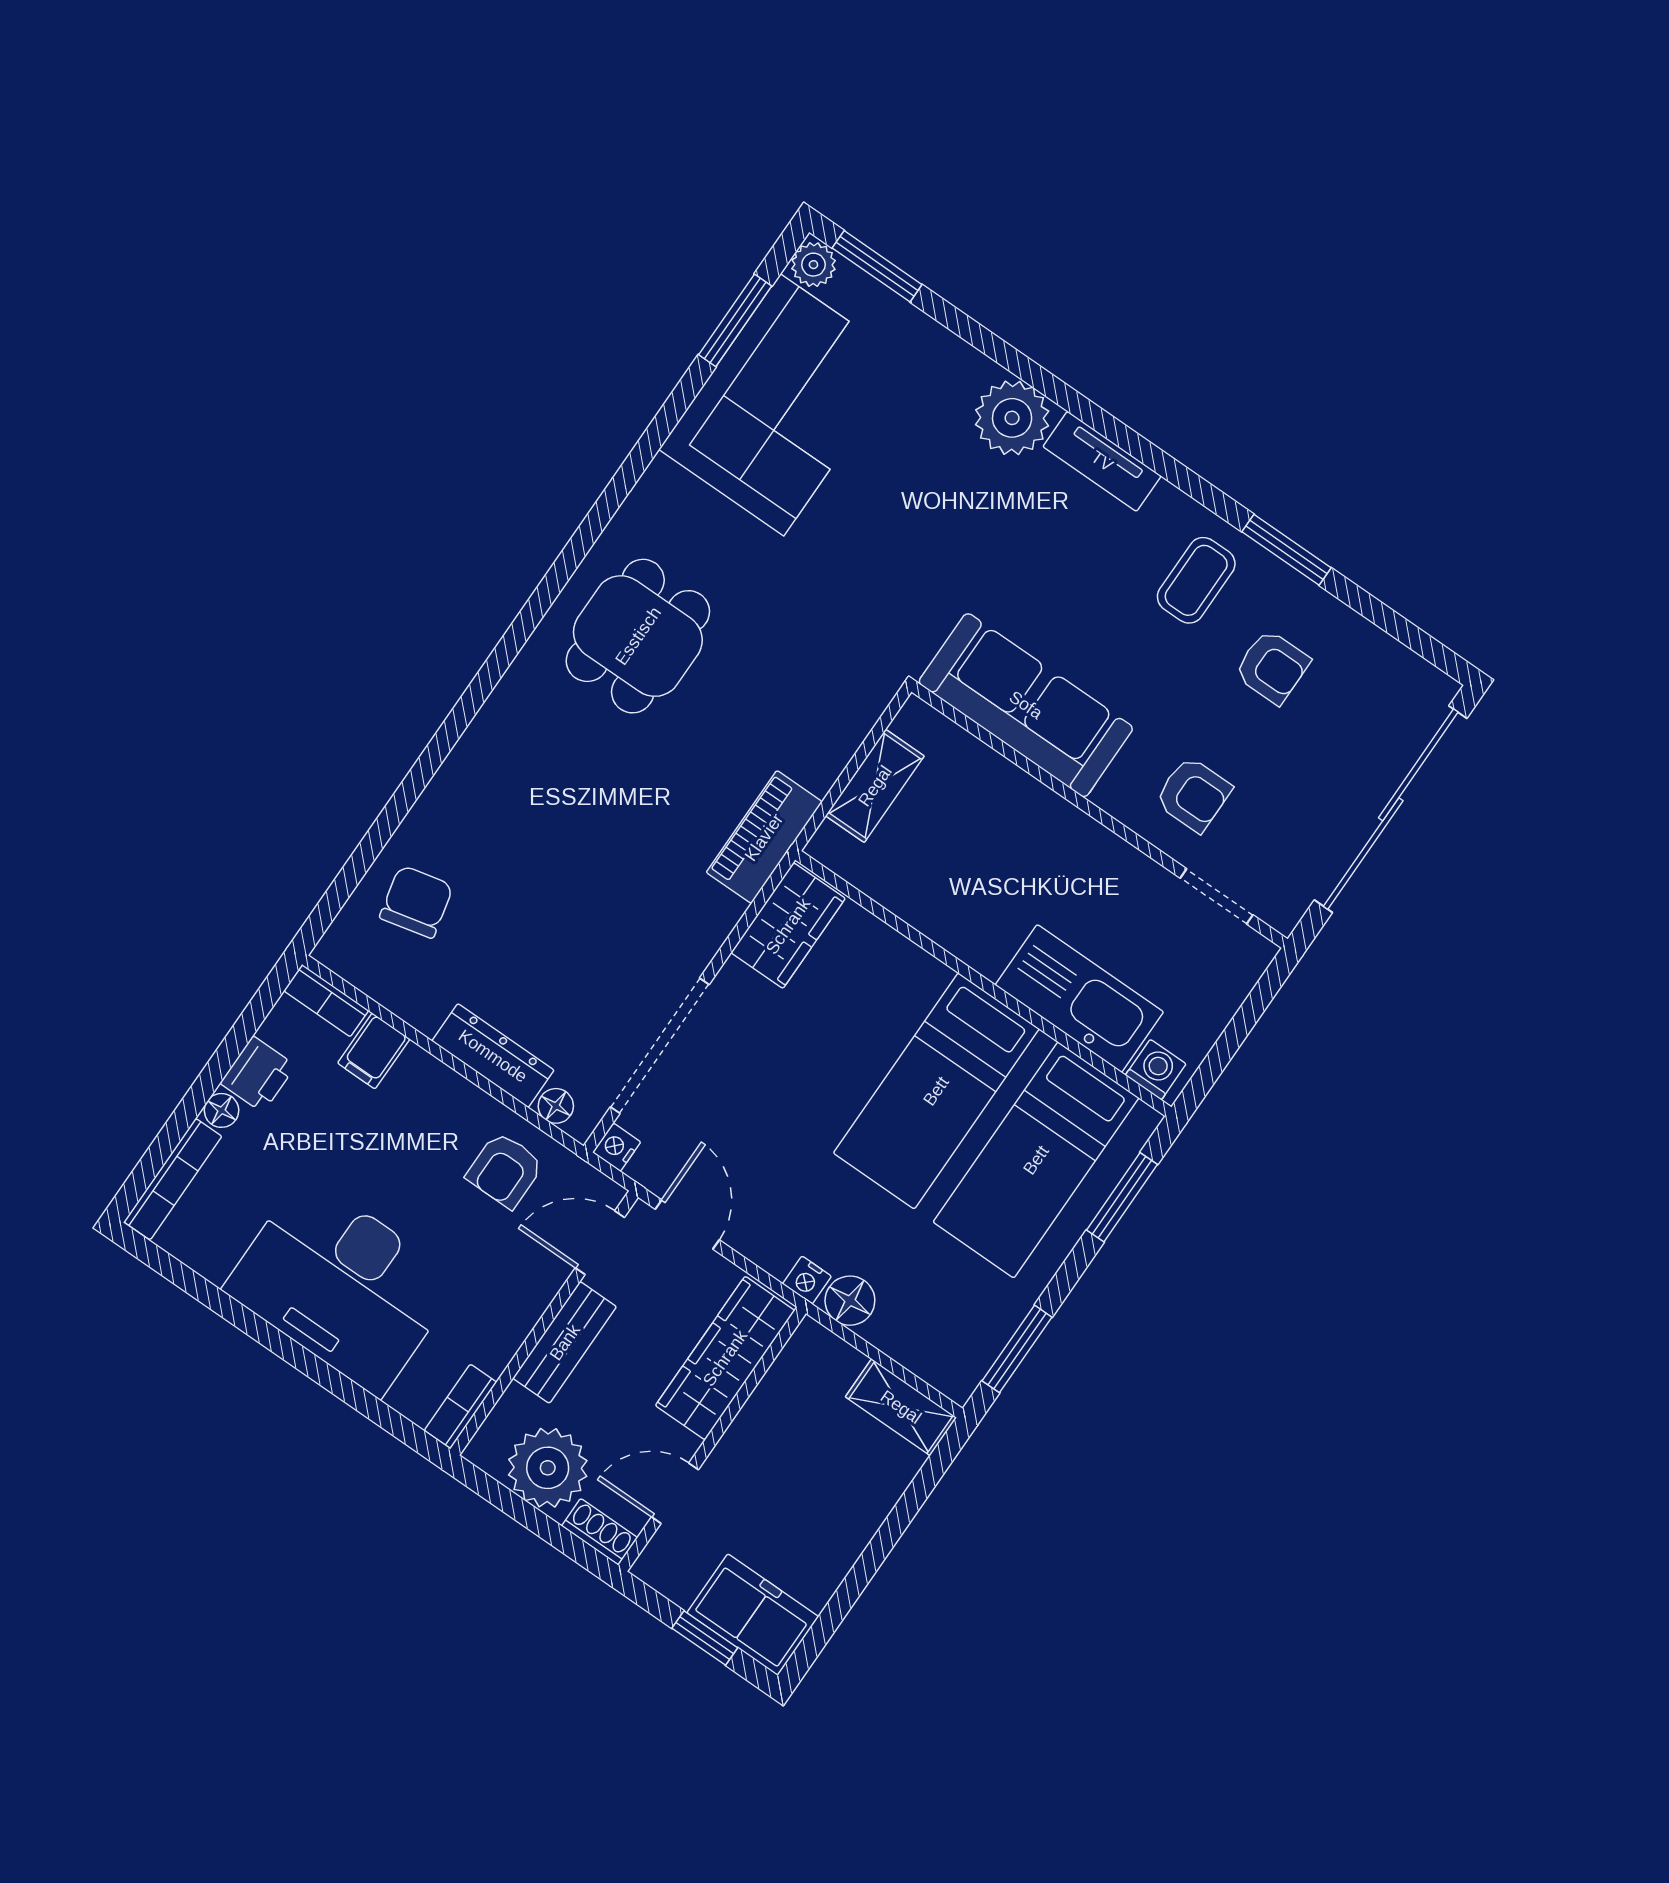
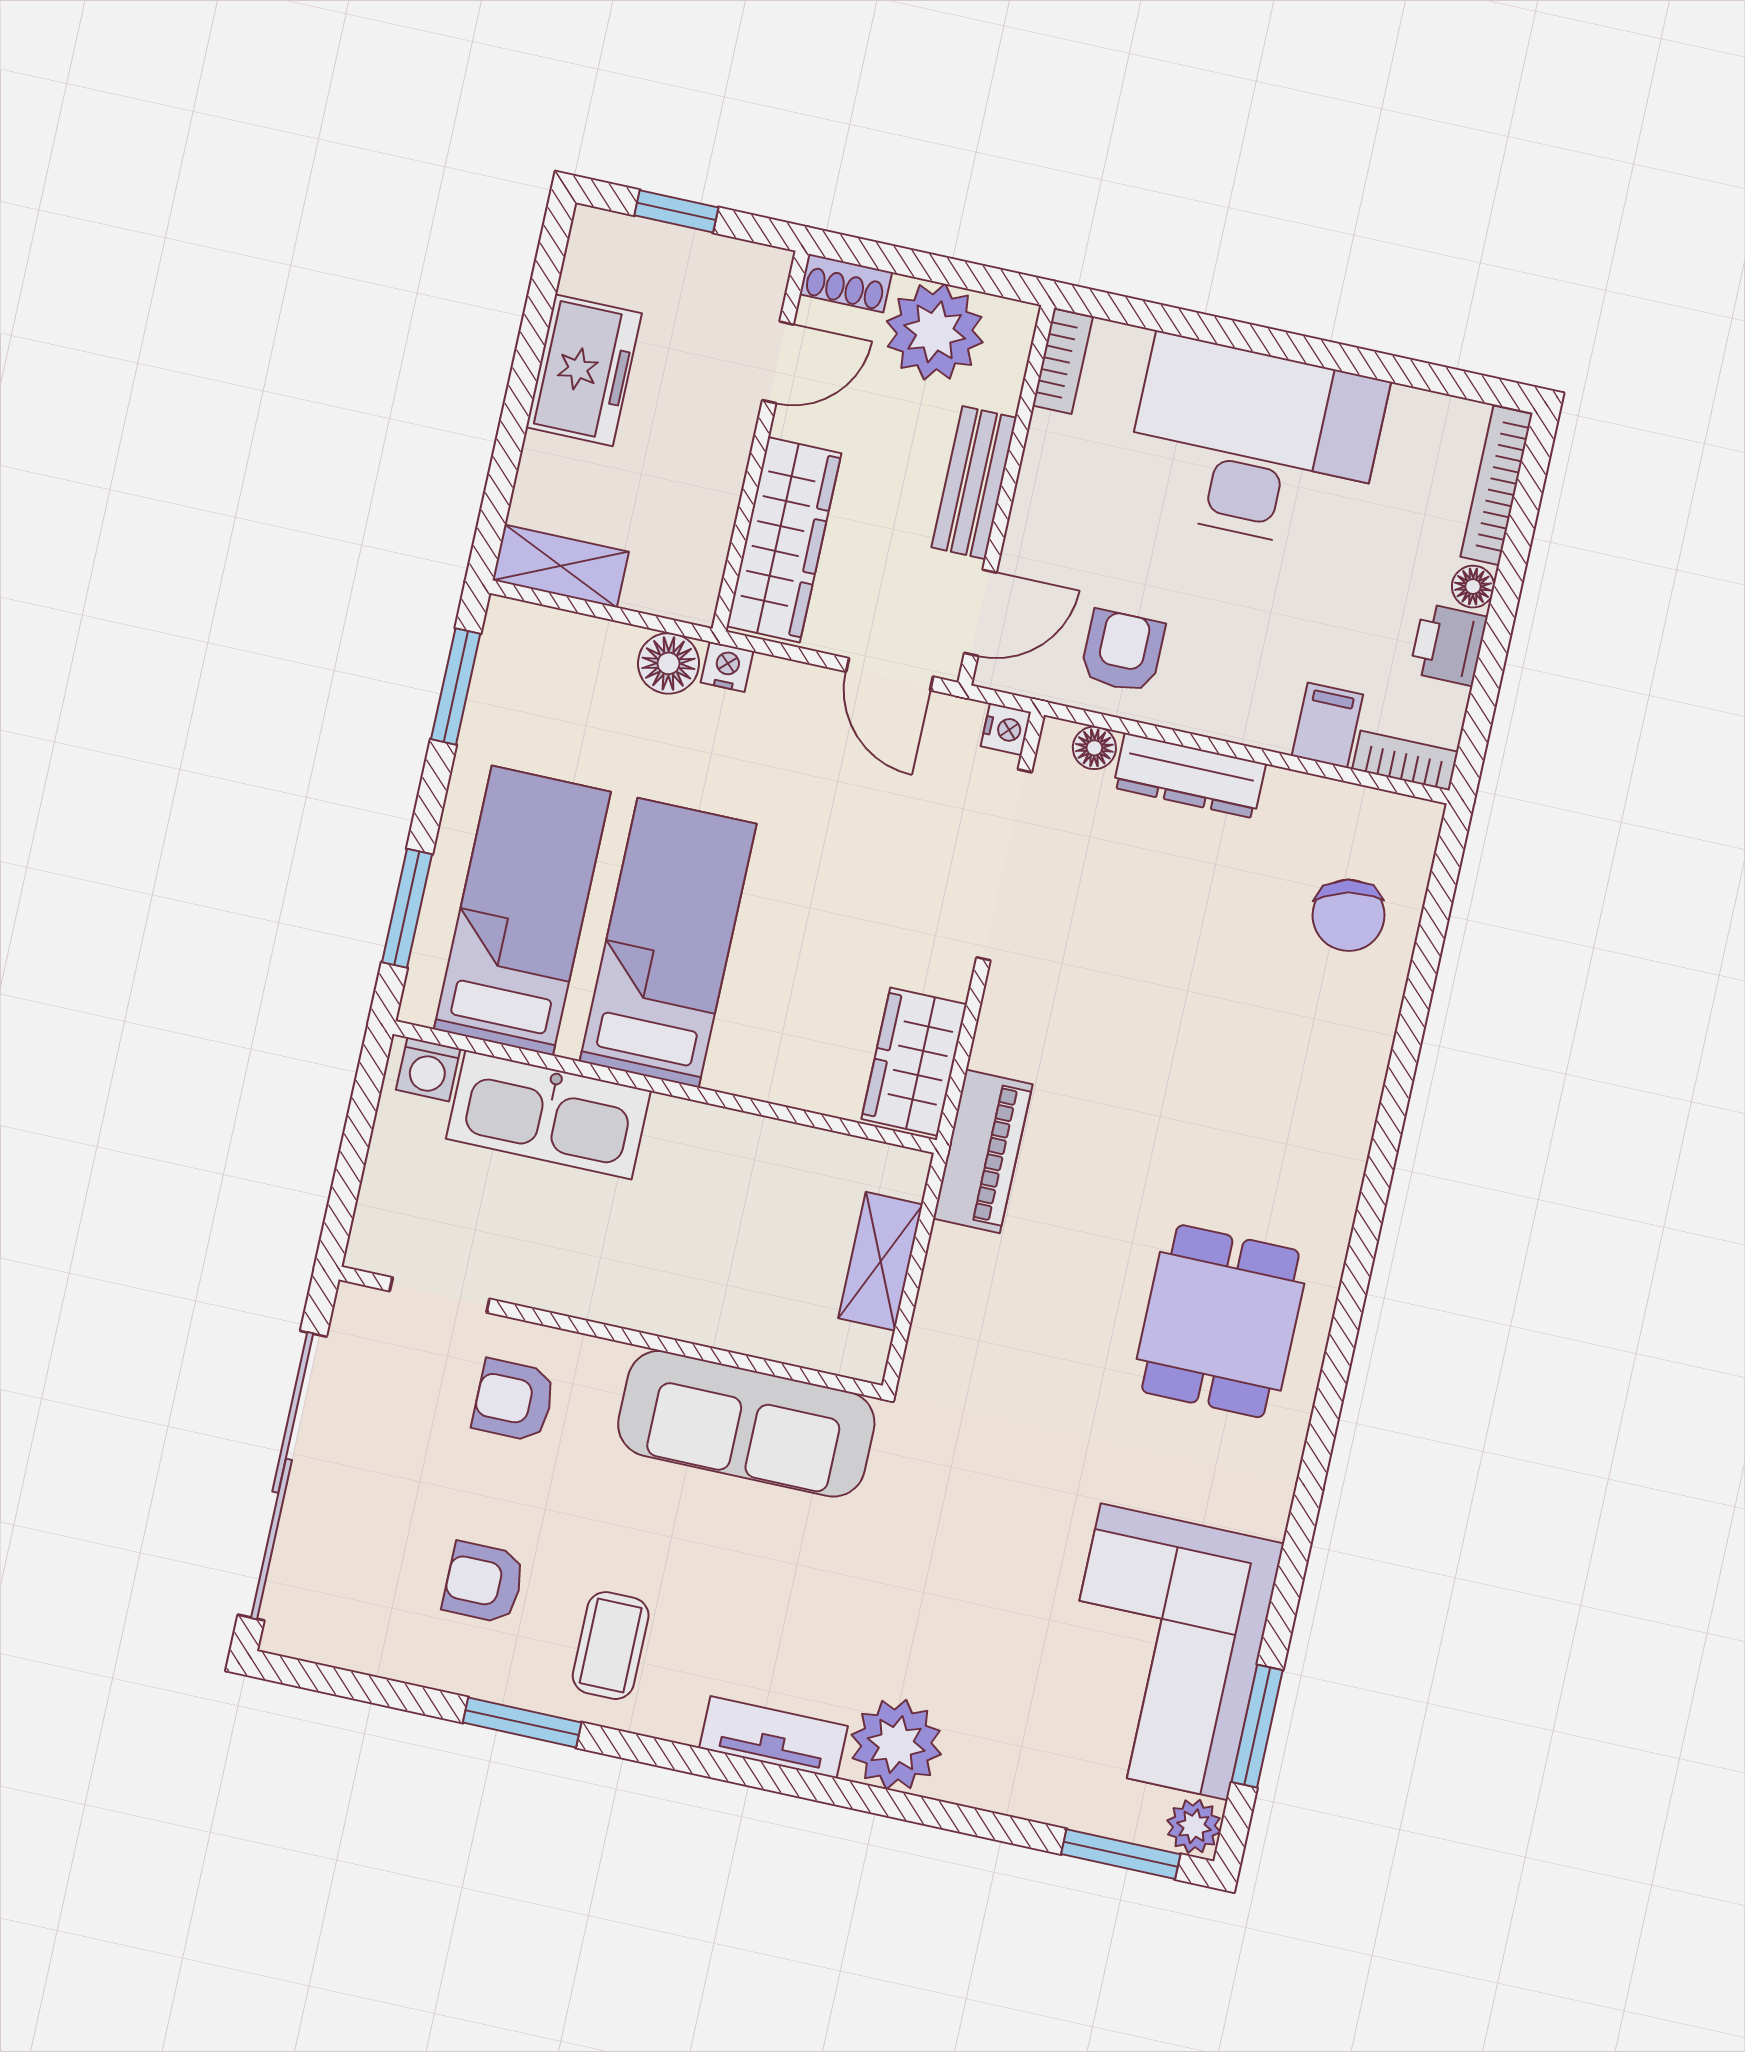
freezer: (753, 1615) -> (584, 370), moved, turned -90

